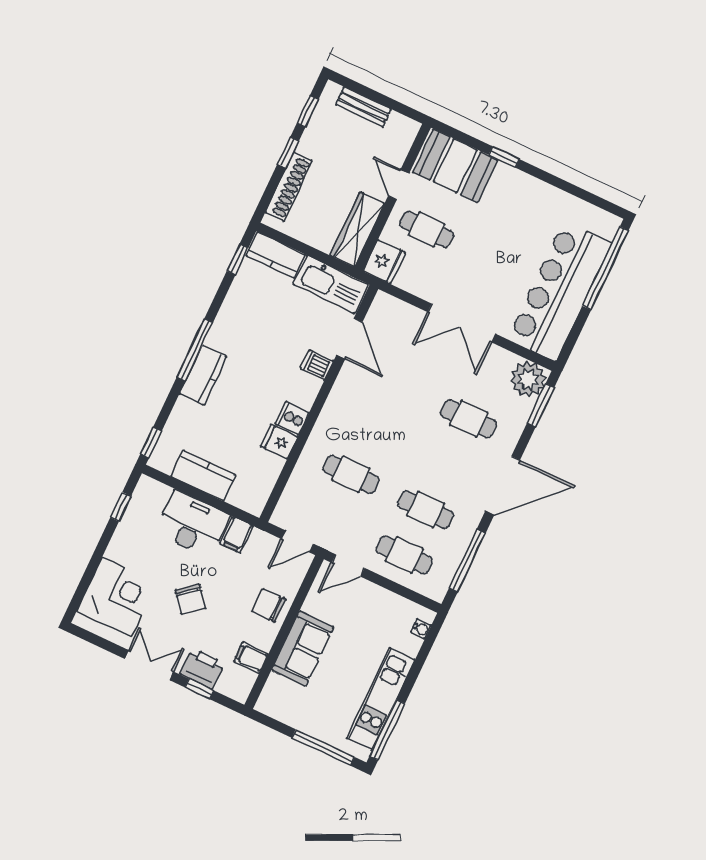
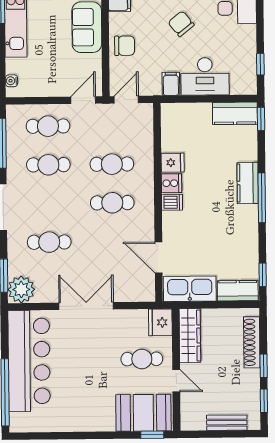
window: (504, 157) -> (152, 435), moved
dishwasher: (317, 365) -> (172, 202), moved
cafe table: (373, 429) -> (112, 203), added
kitchen counter: (203, 476) -> (235, 113), moved

